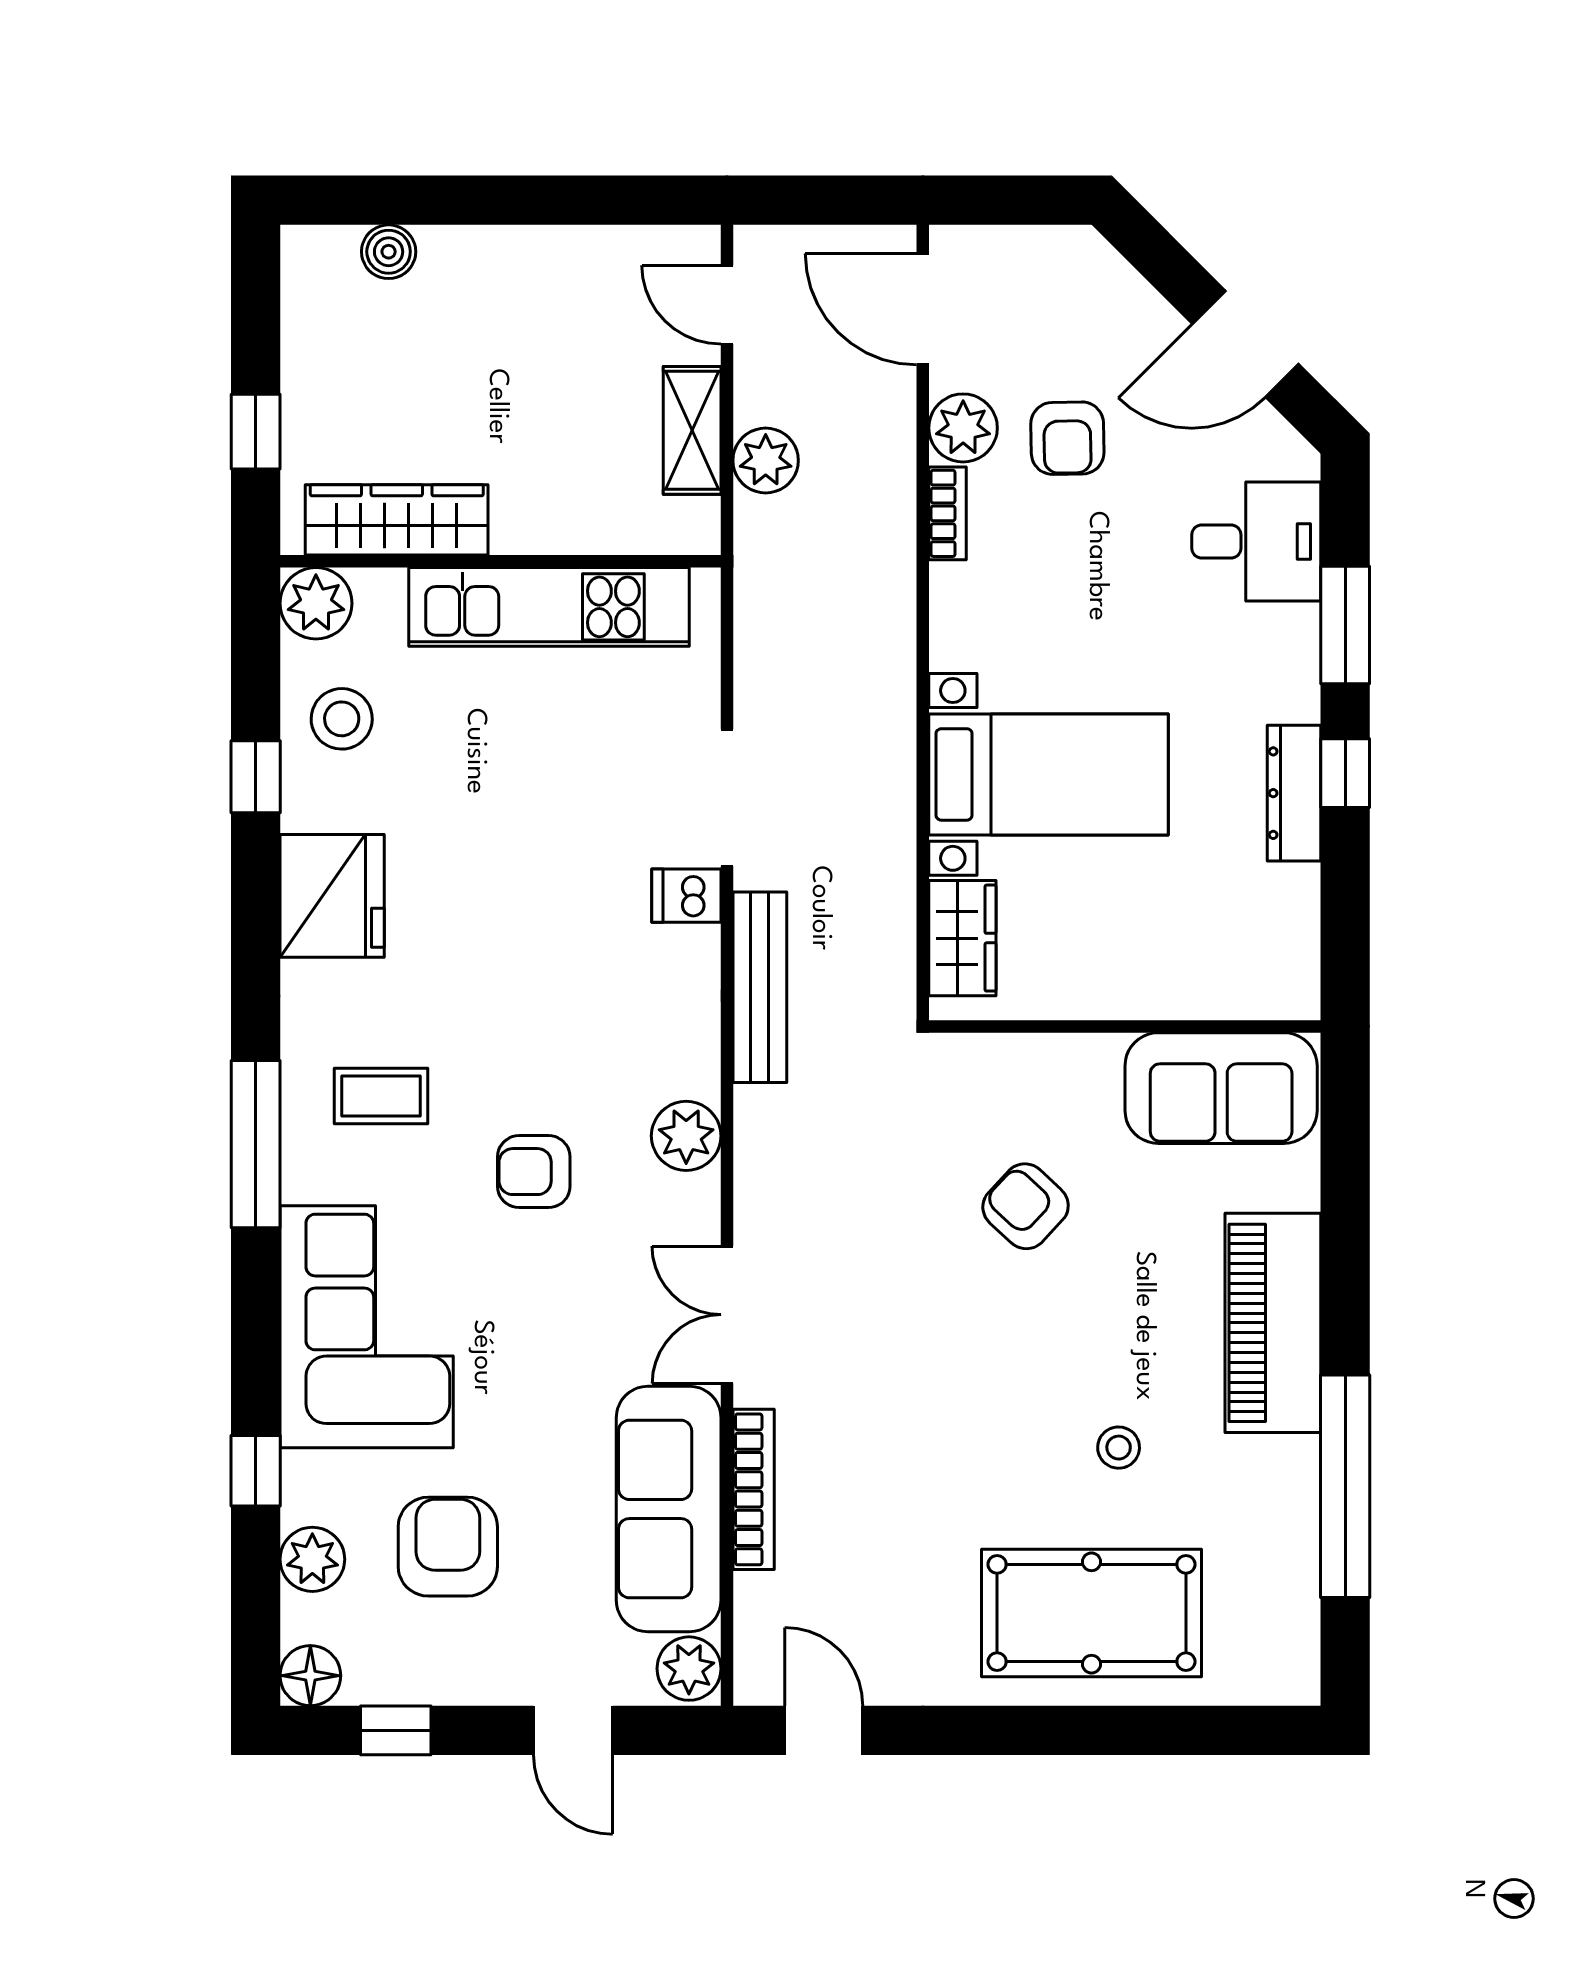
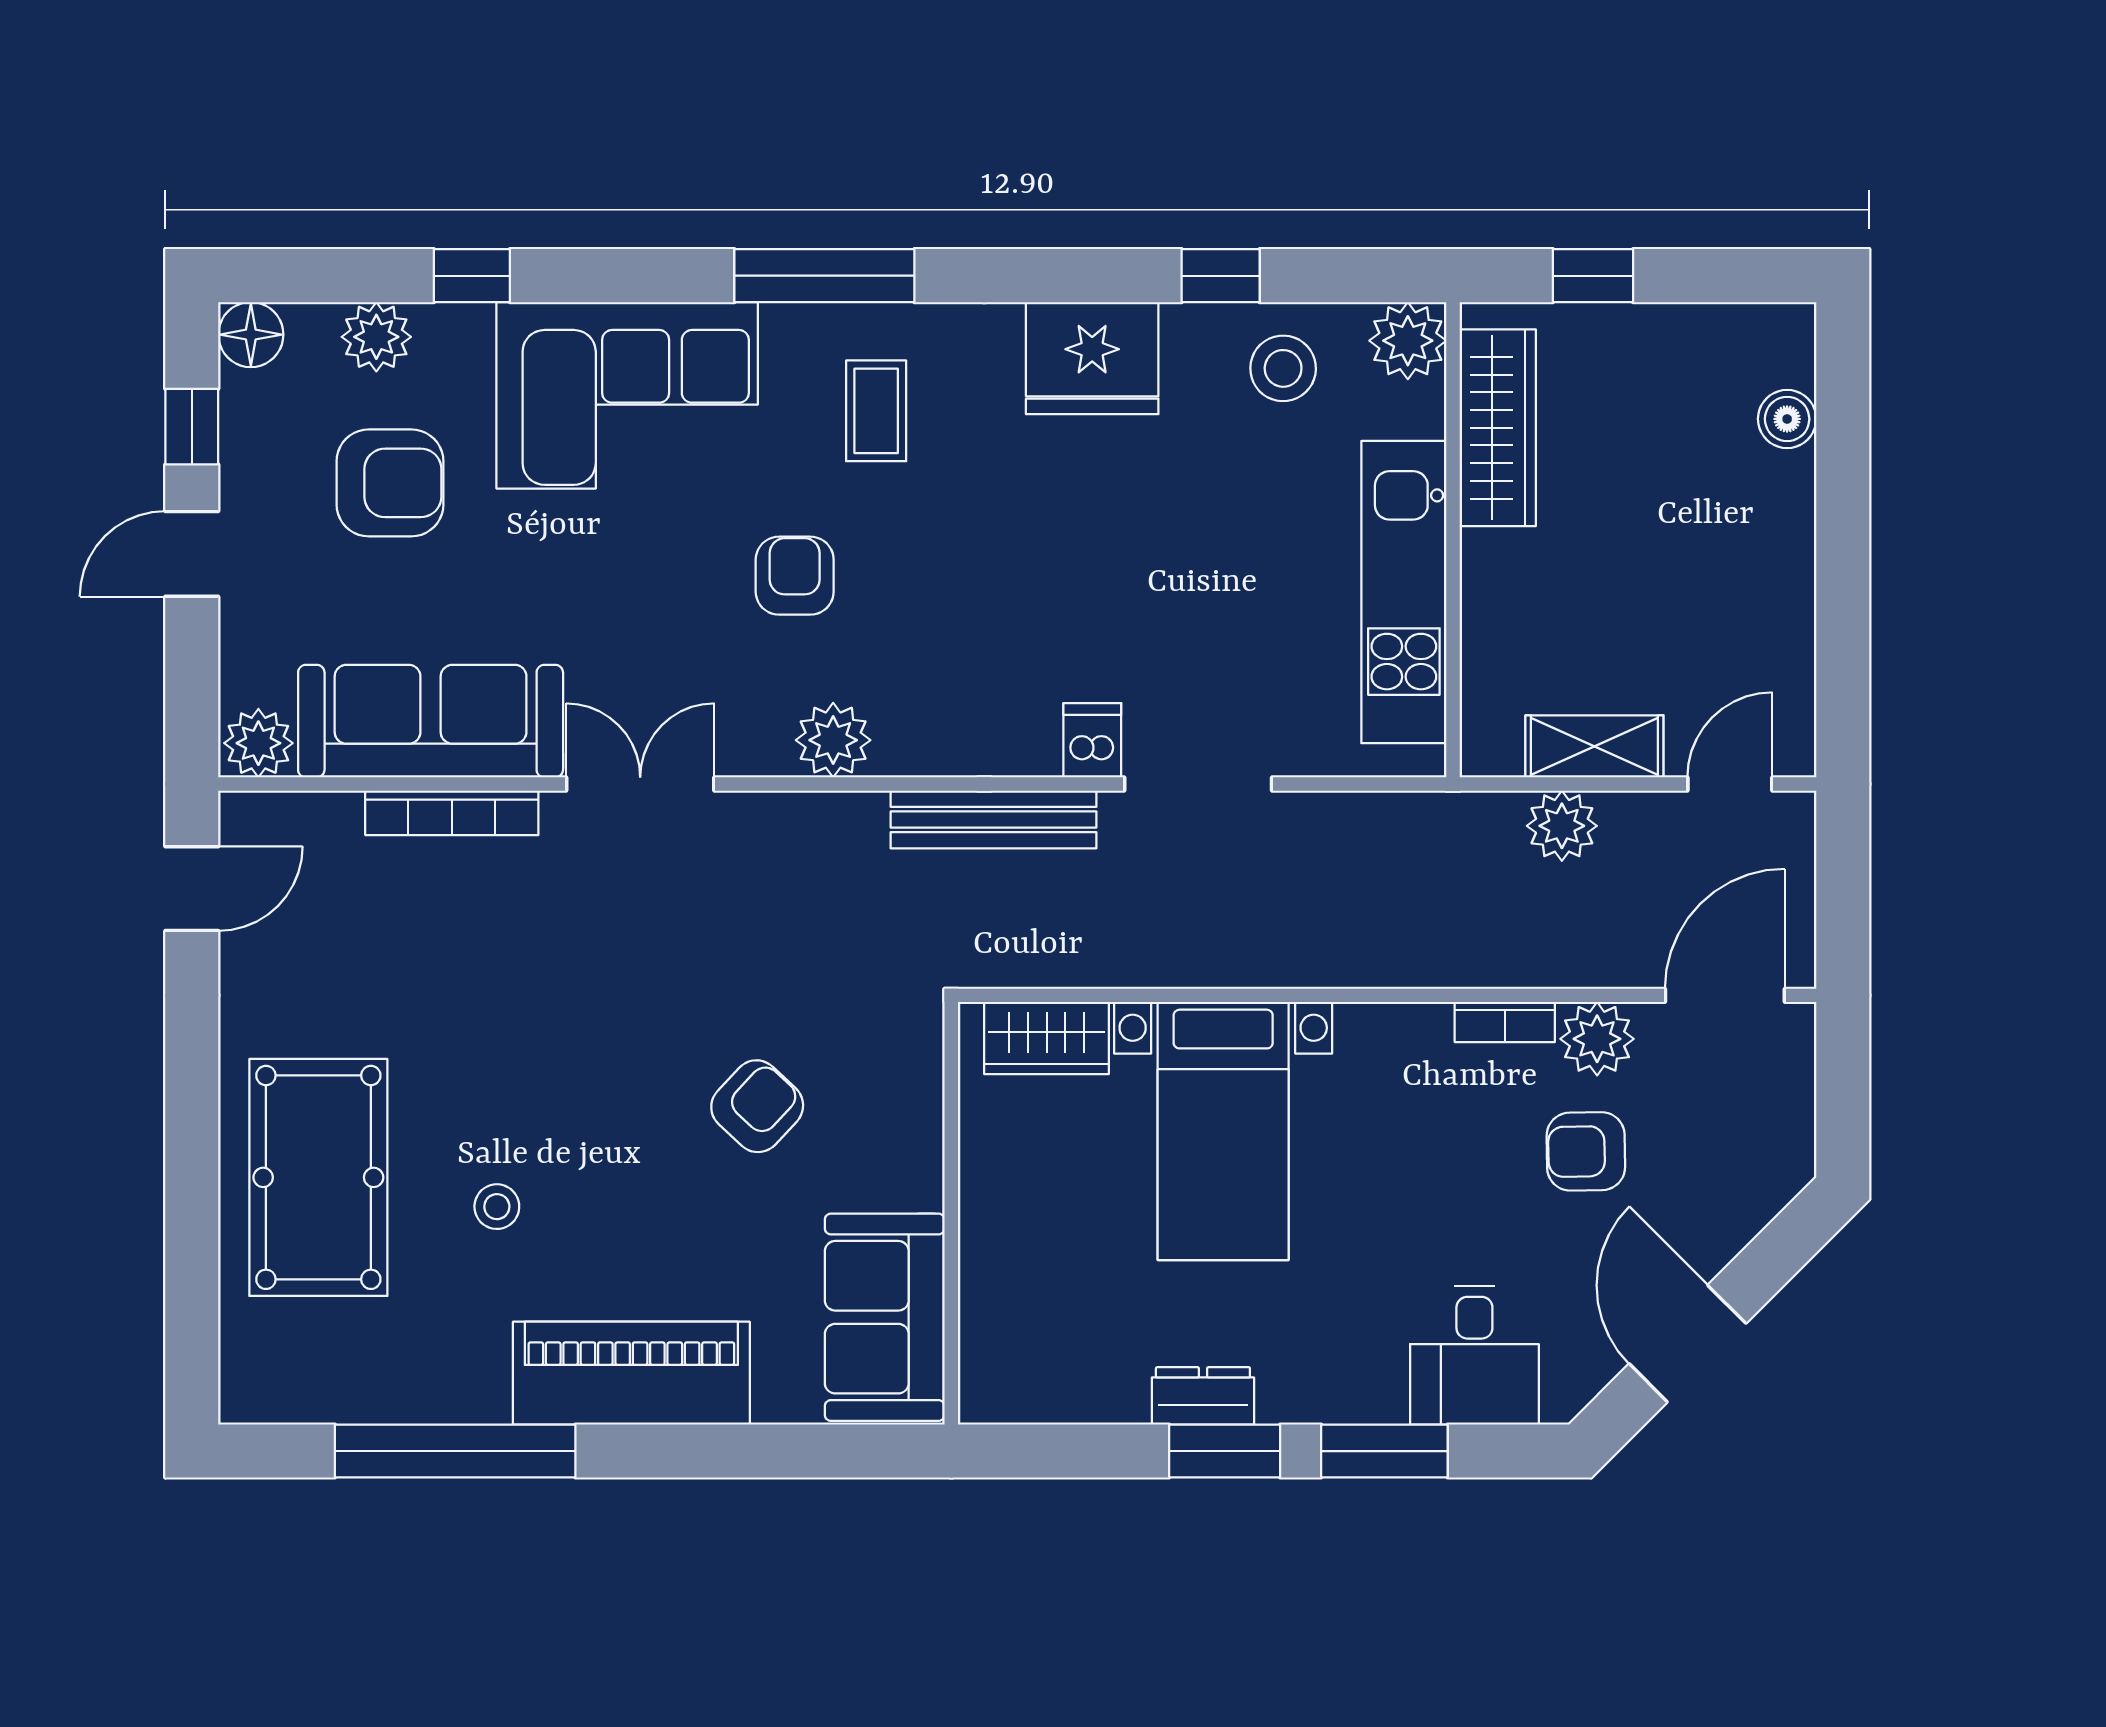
window: (1345, 773) -> (1225, 1451), width x1.50
dresser: (1294, 793) -> (1203, 1396), width x0.70
door: (573, 1730) -> (192, 554), moved

